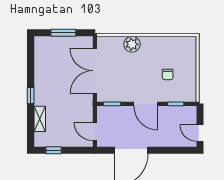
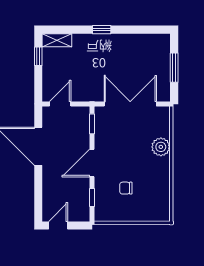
shelving: (40, 119) -> (57, 40), moved

